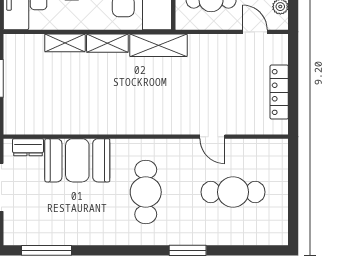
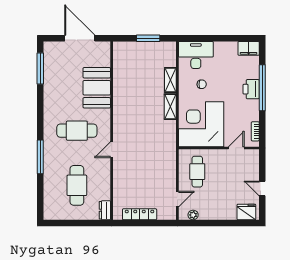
shelving: (158, 45) -> (169, 139), removed
door: (212, 137) -> (112, 150), moved
dresser: (28, 147) -> (105, 210), moved
window: (188, 250) -> (40, 157), width x1.44

